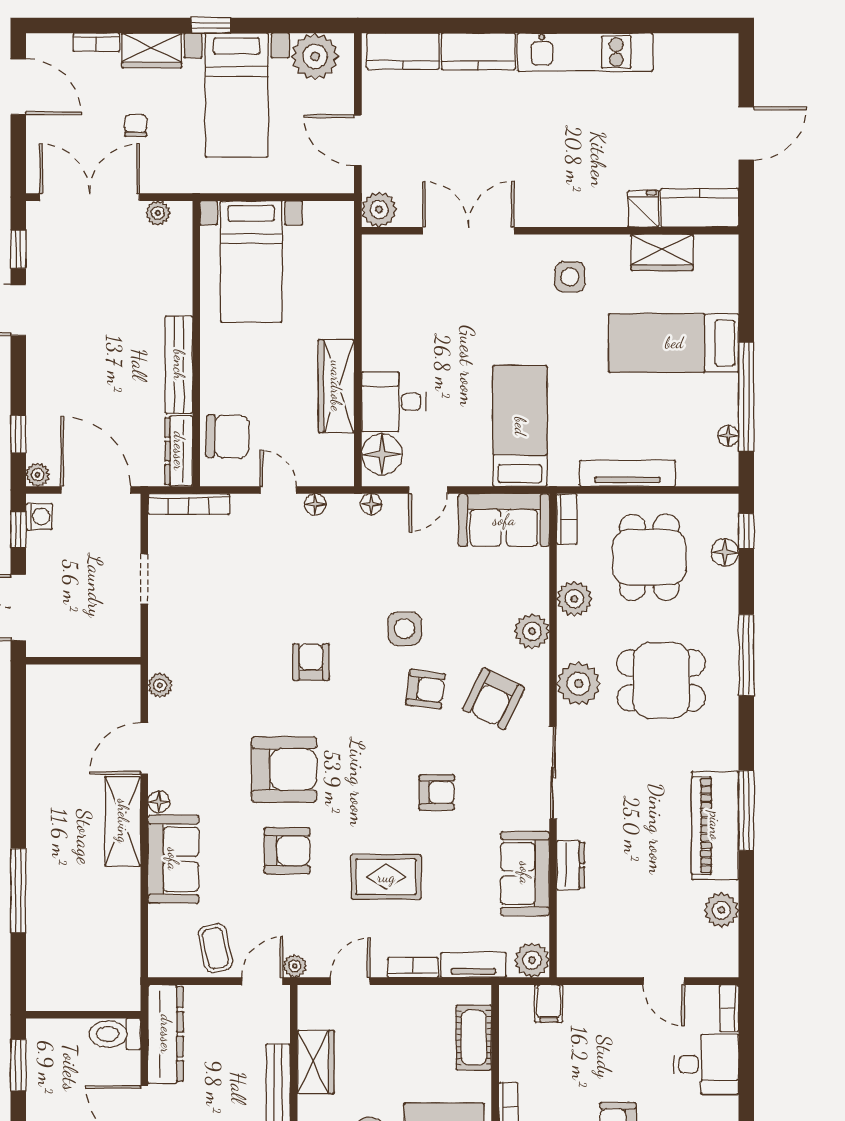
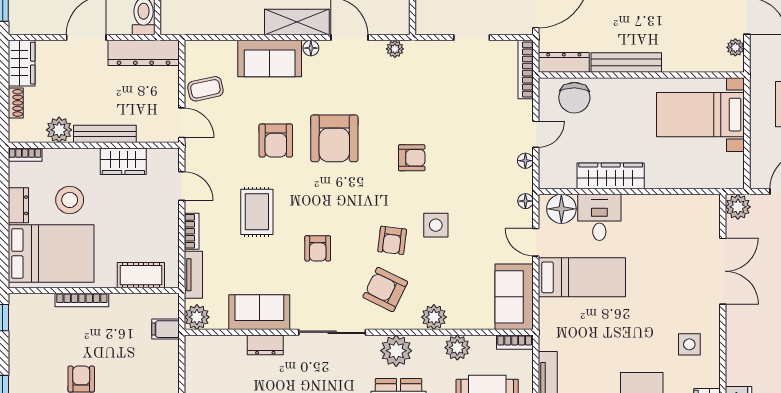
bed: (520, 426) -> (582, 277), moved
plant: (295, 966) -> (193, 146), removed

